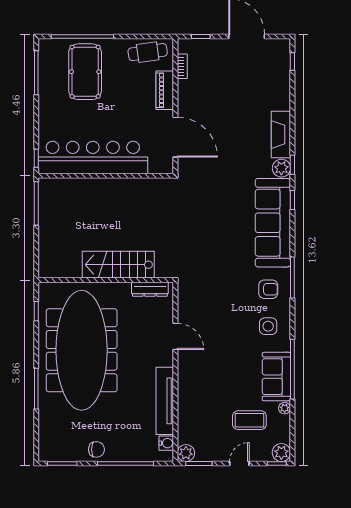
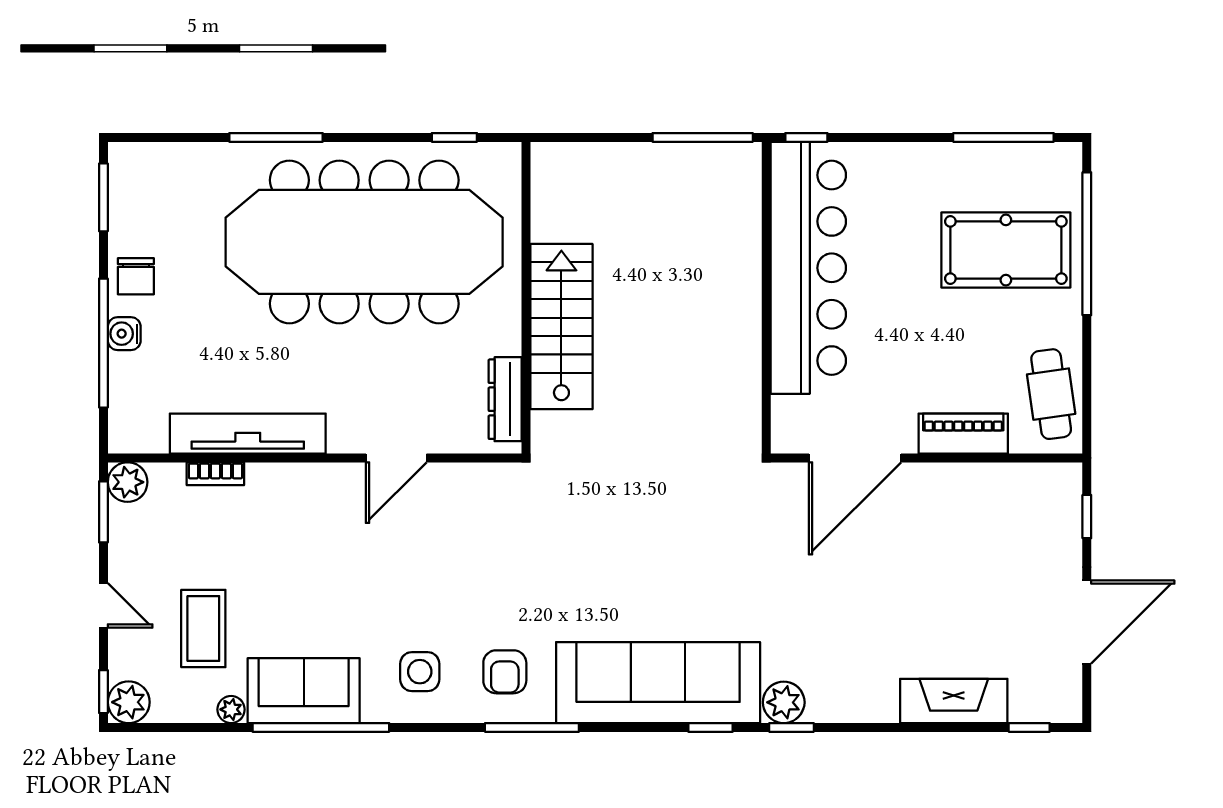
bookcase: (182, 66) -> (215, 474), moved
fireplace: (281, 135) -> (954, 701), moved
water cooler: (166, 443) -> (124, 334), moved, turned 90

